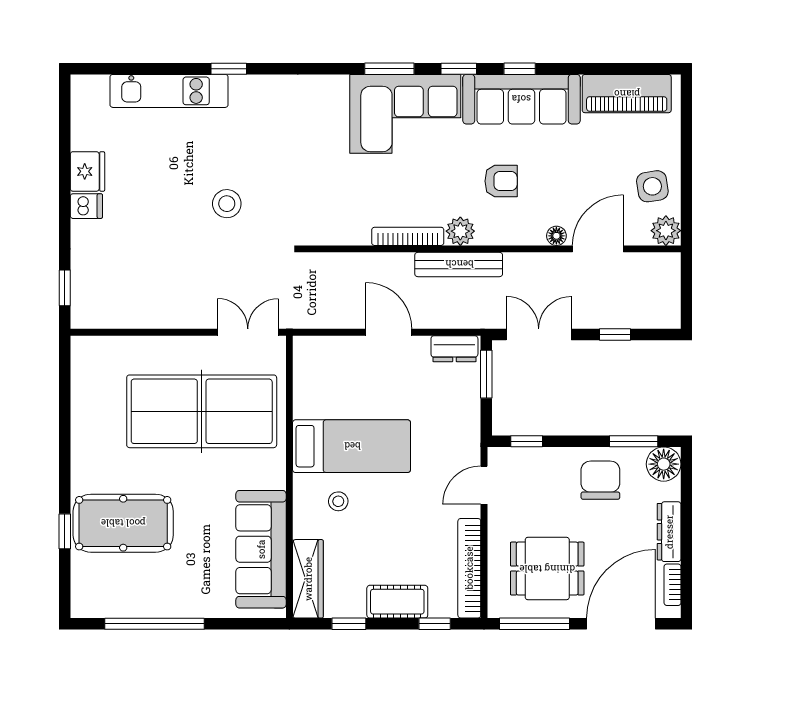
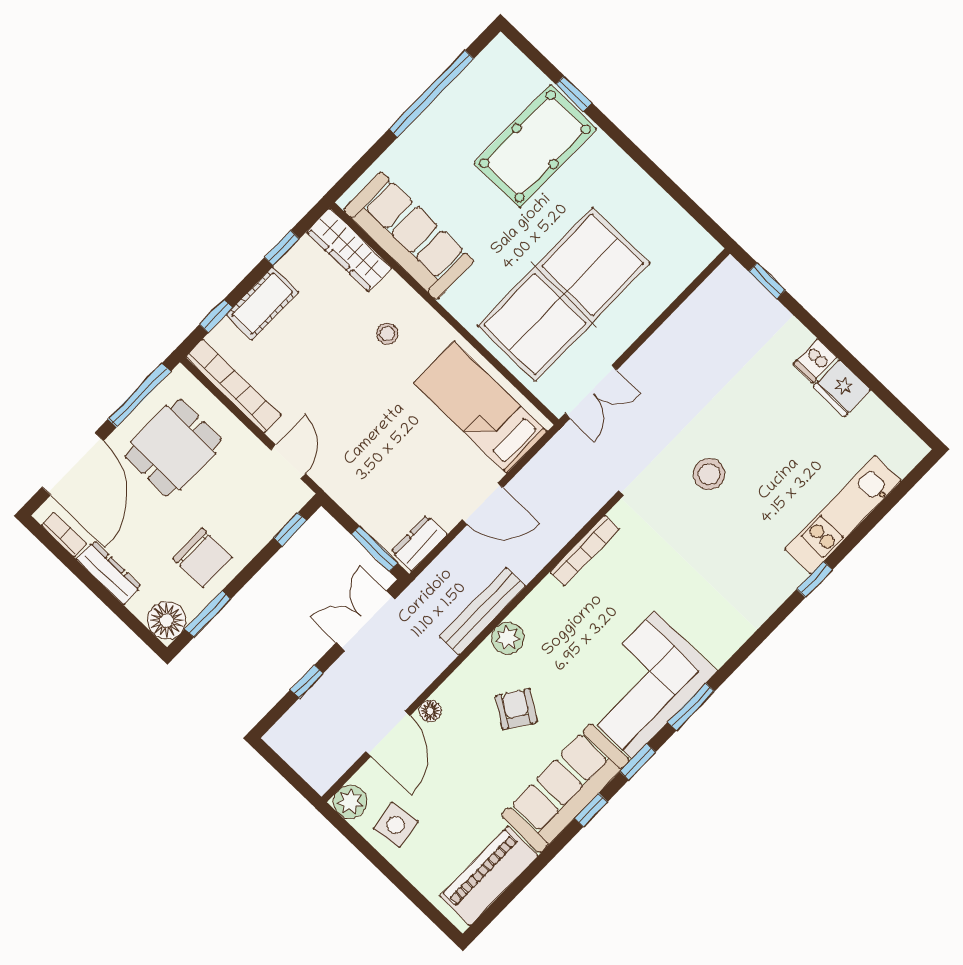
armchair: (501, 181) -> (516, 709), turned 124
bookcase: (408, 236) -> (585, 551), moved
double door: (539, 335) -> (365, 621), swing flipped
bed: (352, 446) -> (480, 407), moved, turned 90

